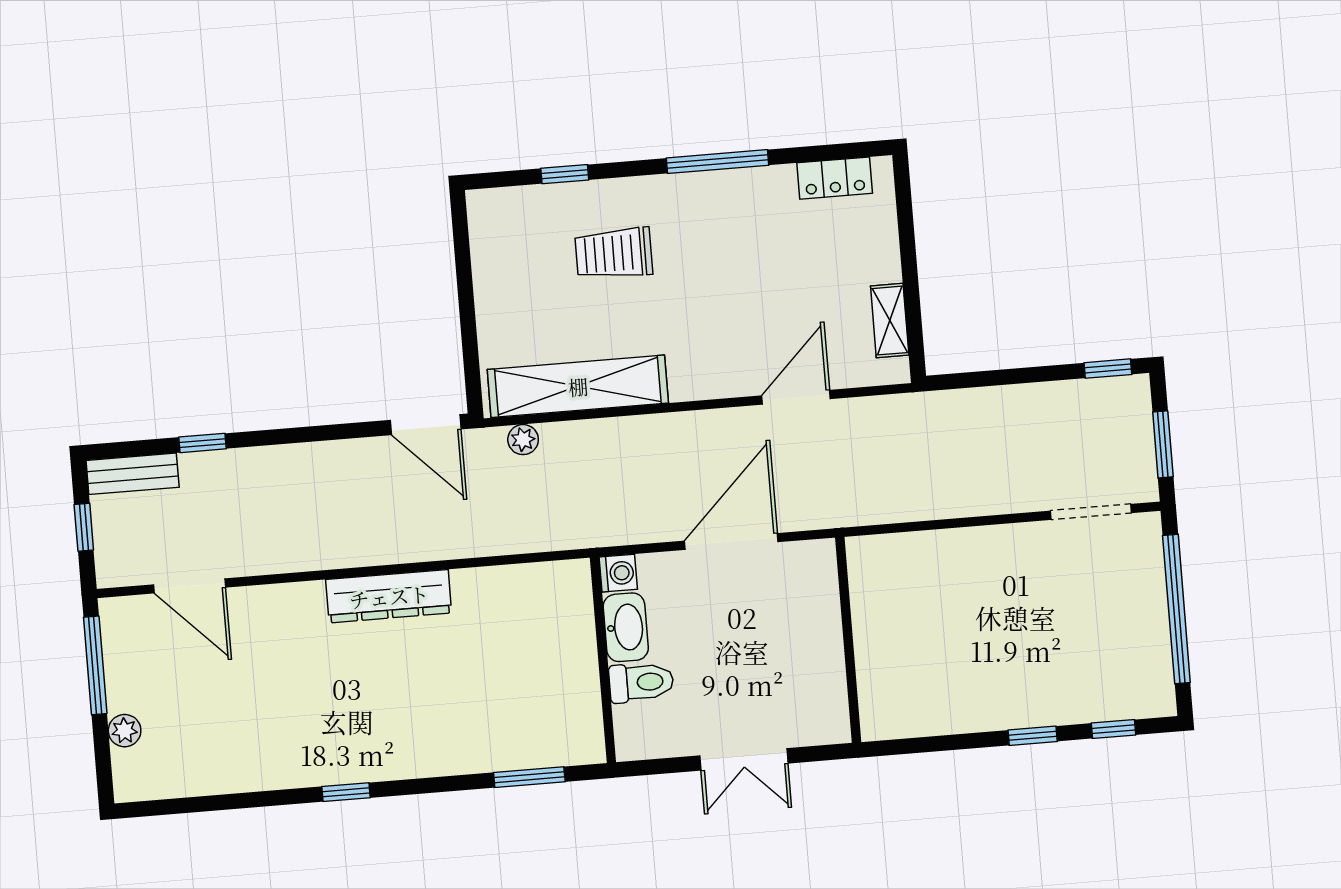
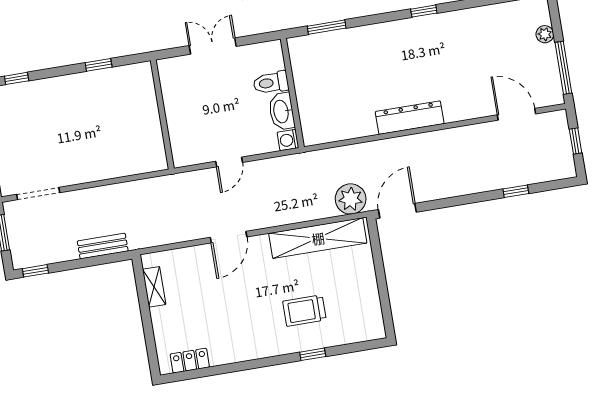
window: (717, 162) -> (253, 364), removed
window: (565, 174) -> (313, 354), moved
trolley: (614, 253) -> (304, 311), turned 180
door: (796, 397) -> (229, 237), moved
door: (426, 425) -> (397, 211), hinge flipped
plant: (523, 440) -> (351, 199), width x1.87, depth x1.87
bench: (133, 474) -> (103, 246), moved
door: (731, 541) -> (229, 162), width x0.53
window: (1033, 736) -> (99, 65), moved

